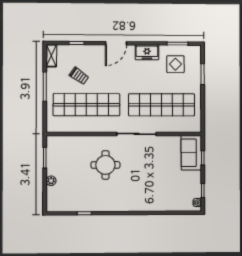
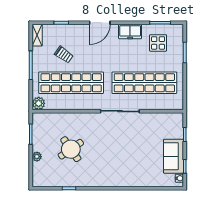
plant: (53, 126) -> (39, 103), added
sofa: (191, 153) -> (173, 156), moved
round table: (105, 165) -> (71, 149), moved, turned -35

